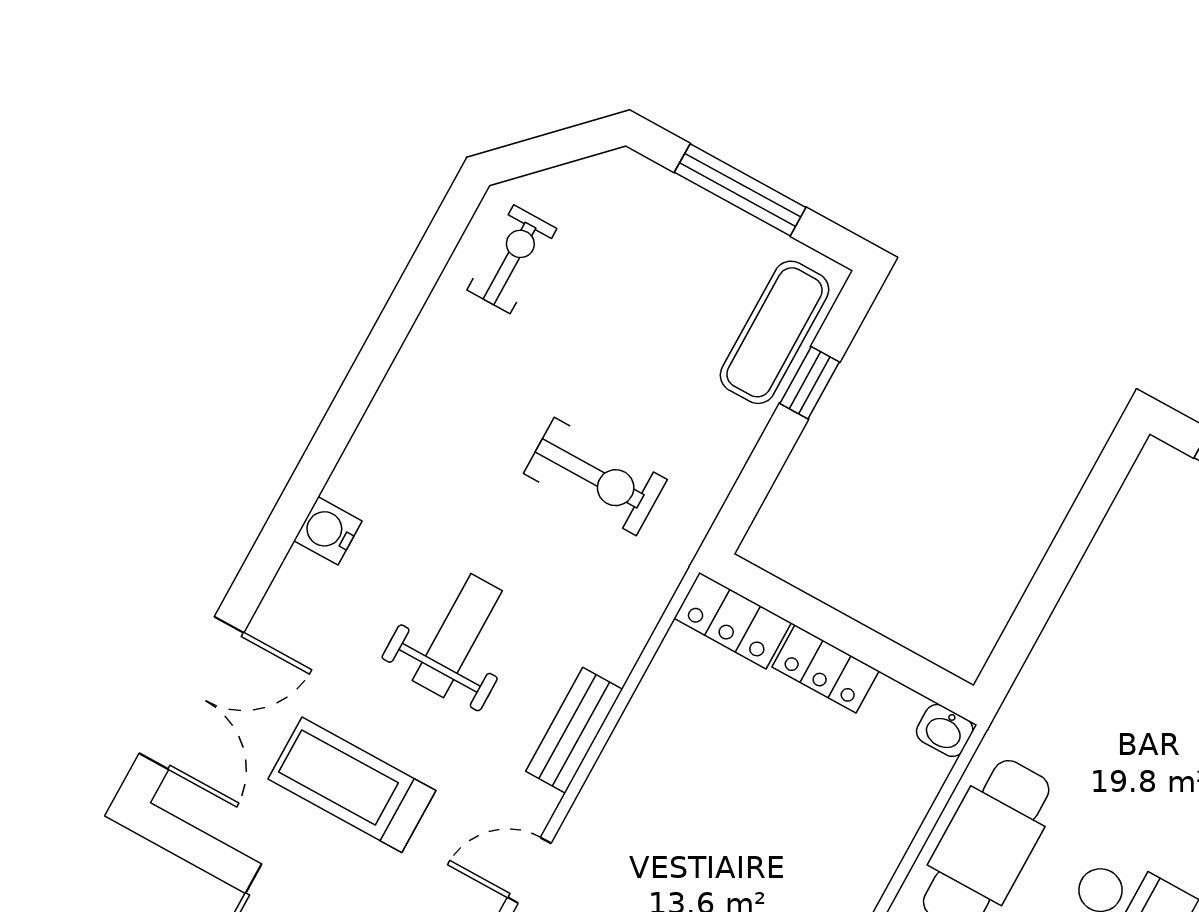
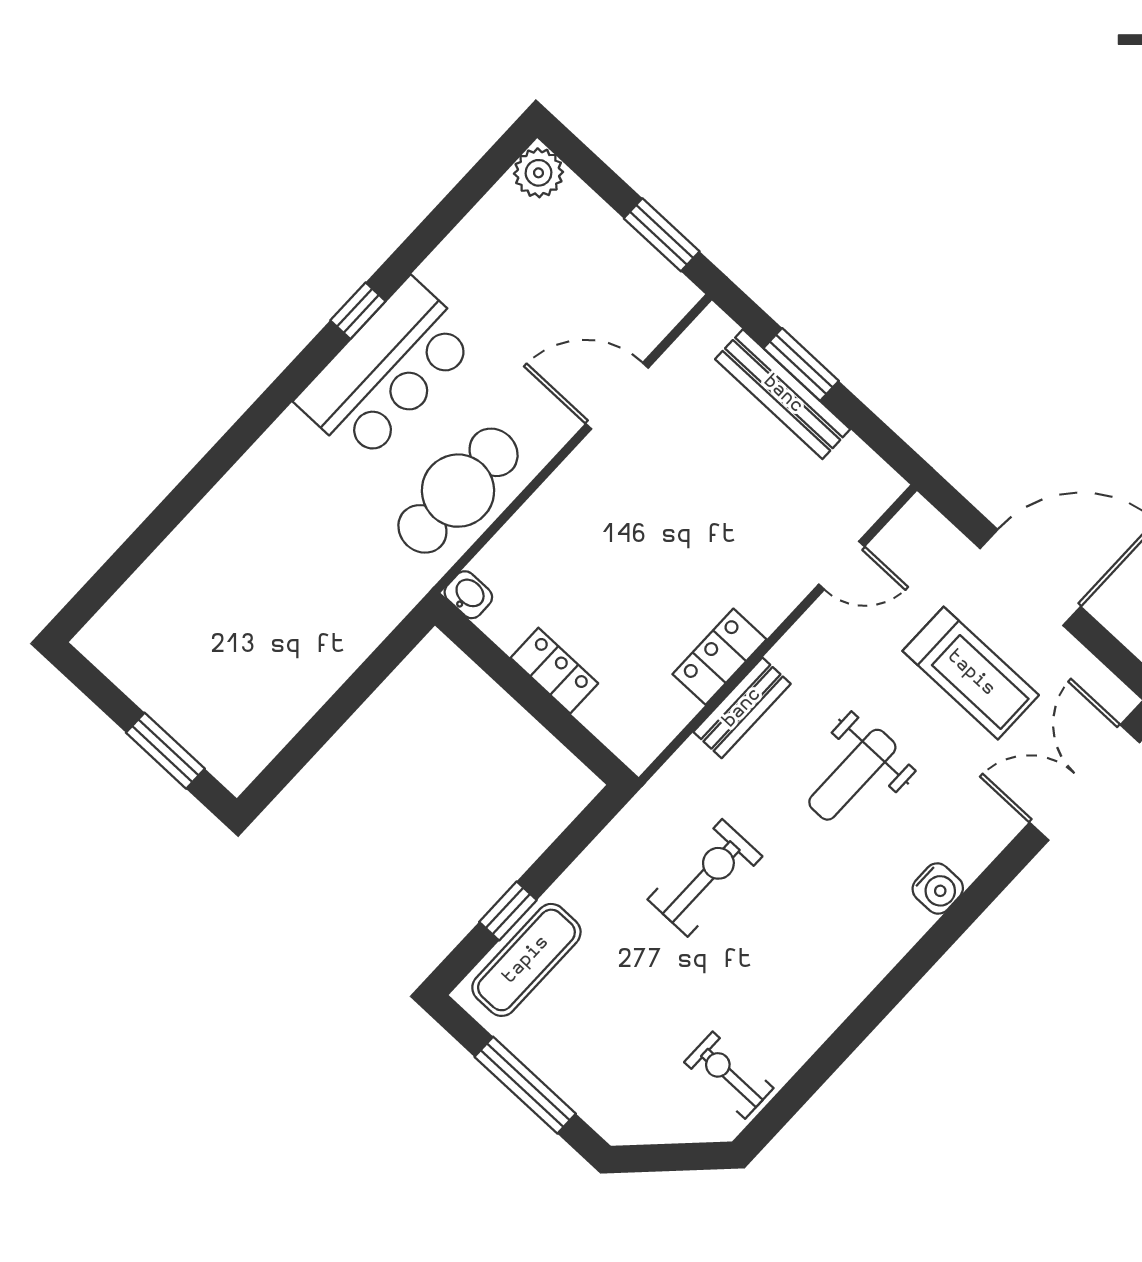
exercise bike: (512, 259) -> (729, 1075), turned 90
exercise bike: (595, 476) -> (705, 878), turned 90
locker: (733, 620) -> (719, 657), moved, turned -90
bench: (574, 730) -> (742, 708), moved

